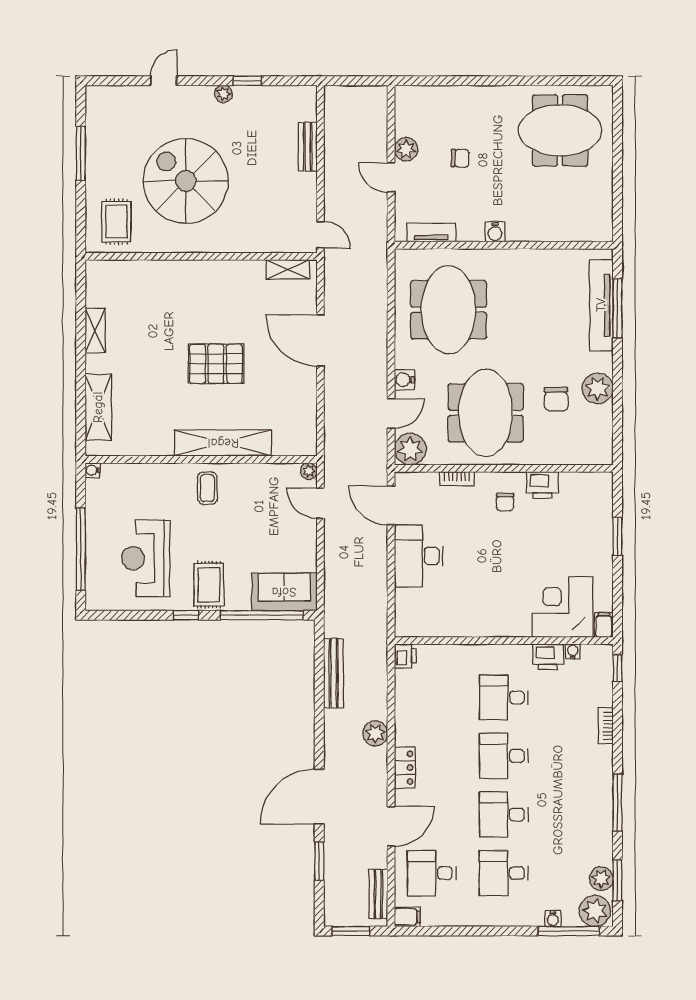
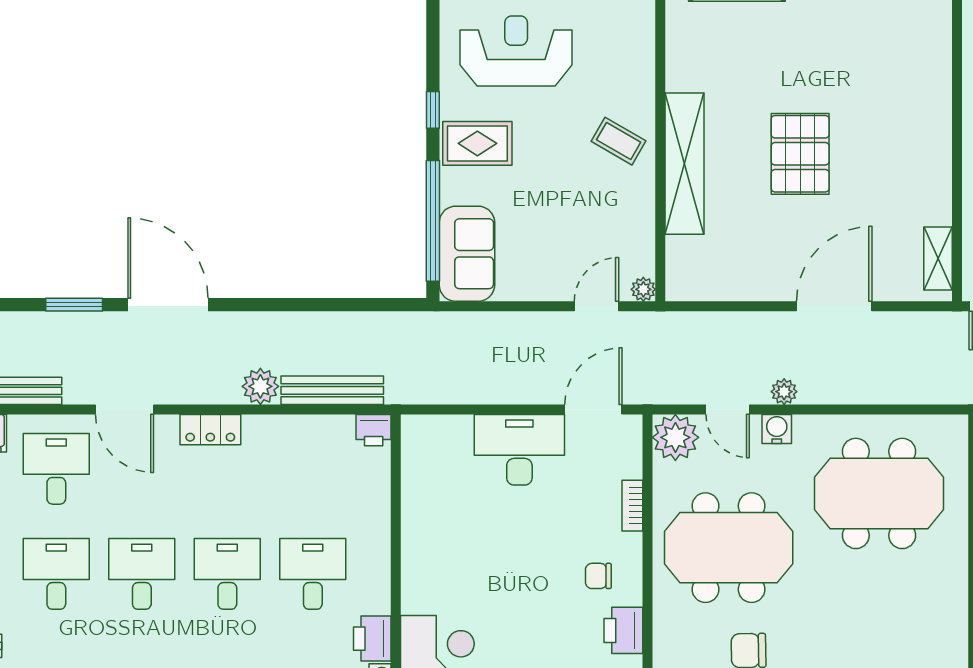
plant: (379, 375) -> (784, 392), added
coffee table: (207, 488) -> (619, 141), turned 30
bench: (333, 673) -> (332, 390), moved

